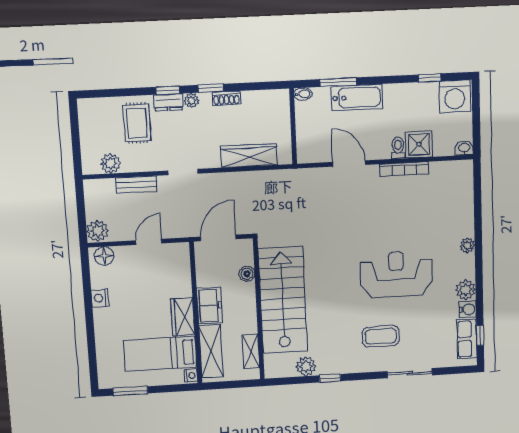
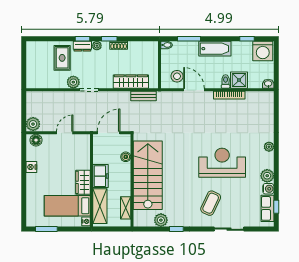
bathtub: (357, 97) -> (215, 49), moved
stool: (322, 143) -> (177, 76), added
plant: (111, 163) -> (73, 82), moved
bench: (137, 184) -> (144, 96), moved
coffee table: (381, 336) -> (211, 203), turned -65

